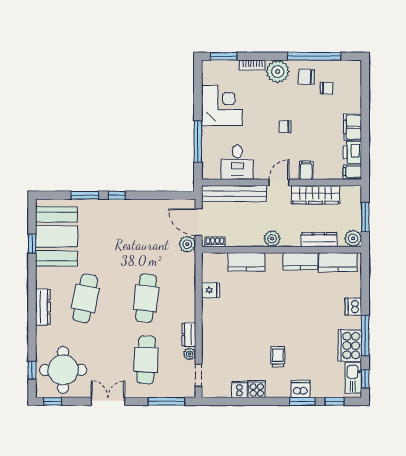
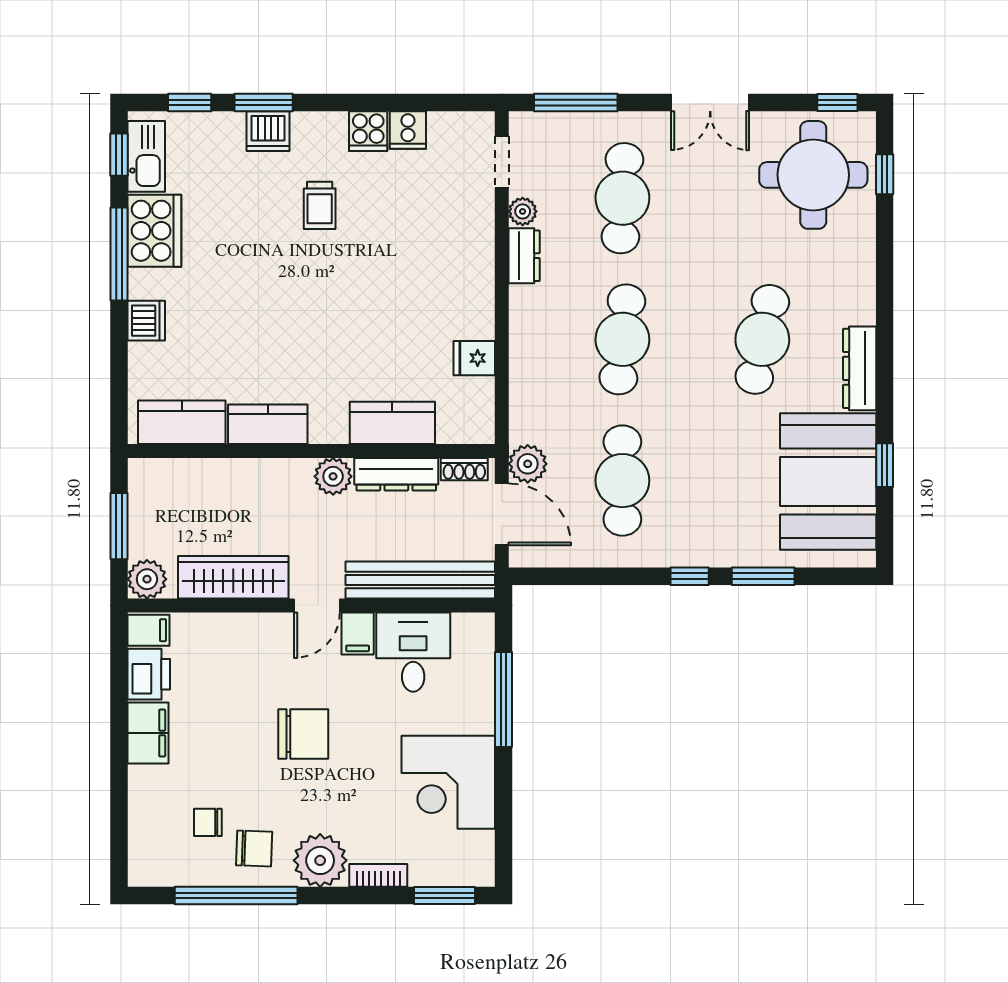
chair: (285, 127) -> (303, 734), width x1.87, depth x1.87
filing cabinet: (306, 170) -> (358, 633), moved
cafe table: (146, 237) -> (622, 481), added
plant: (353, 238) -> (147, 579), moved
dresser: (319, 240) -> (396, 474), moved
dresser: (43, 307) -> (860, 368), moved

